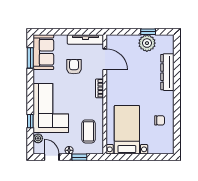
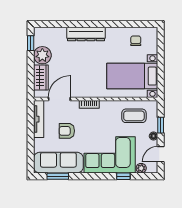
window: (148, 32) -> (31, 43), moved
wardrobe: (125, 42) -> (41, 77), added
sofa: (43, 52) -> (58, 163), width x1.36
dresser: (167, 72) -> (86, 34), moved
chair: (160, 120) -> (136, 41), moved

